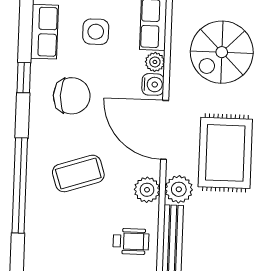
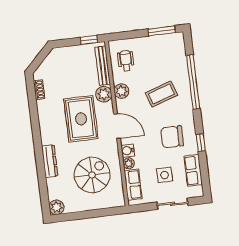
door: (165, 130) -> (117, 126), width x0.73
wheelchair: (131, 241) -> (126, 61), turned 90

